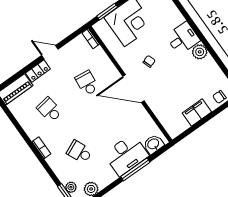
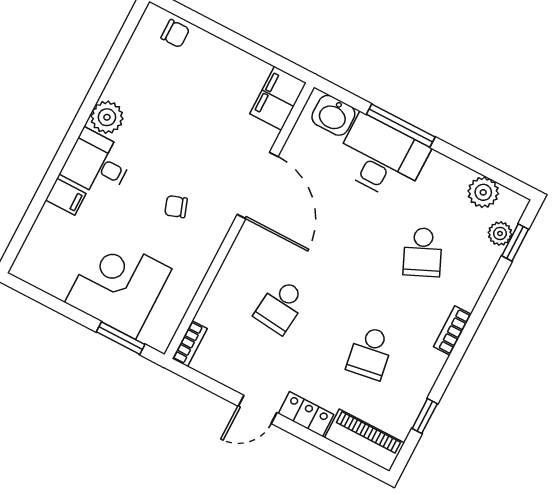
filing cabinet: (176, 19) -> (66, 197), added
door: (50, 52) -> (257, 409), hinge flipped
door: (133, 89) -> (258, 185), moved
filing cabinet: (197, 112) -> (278, 98), moved, turned 90
window: (12, 119) -> (425, 416), added

